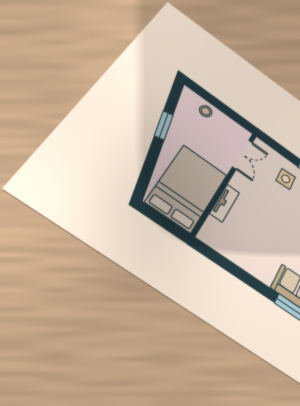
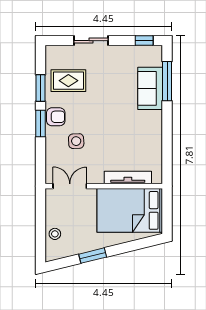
side table: (286, 179) -> (76, 141), moved
tv unit: (225, 203) -> (128, 177), width x1.41

